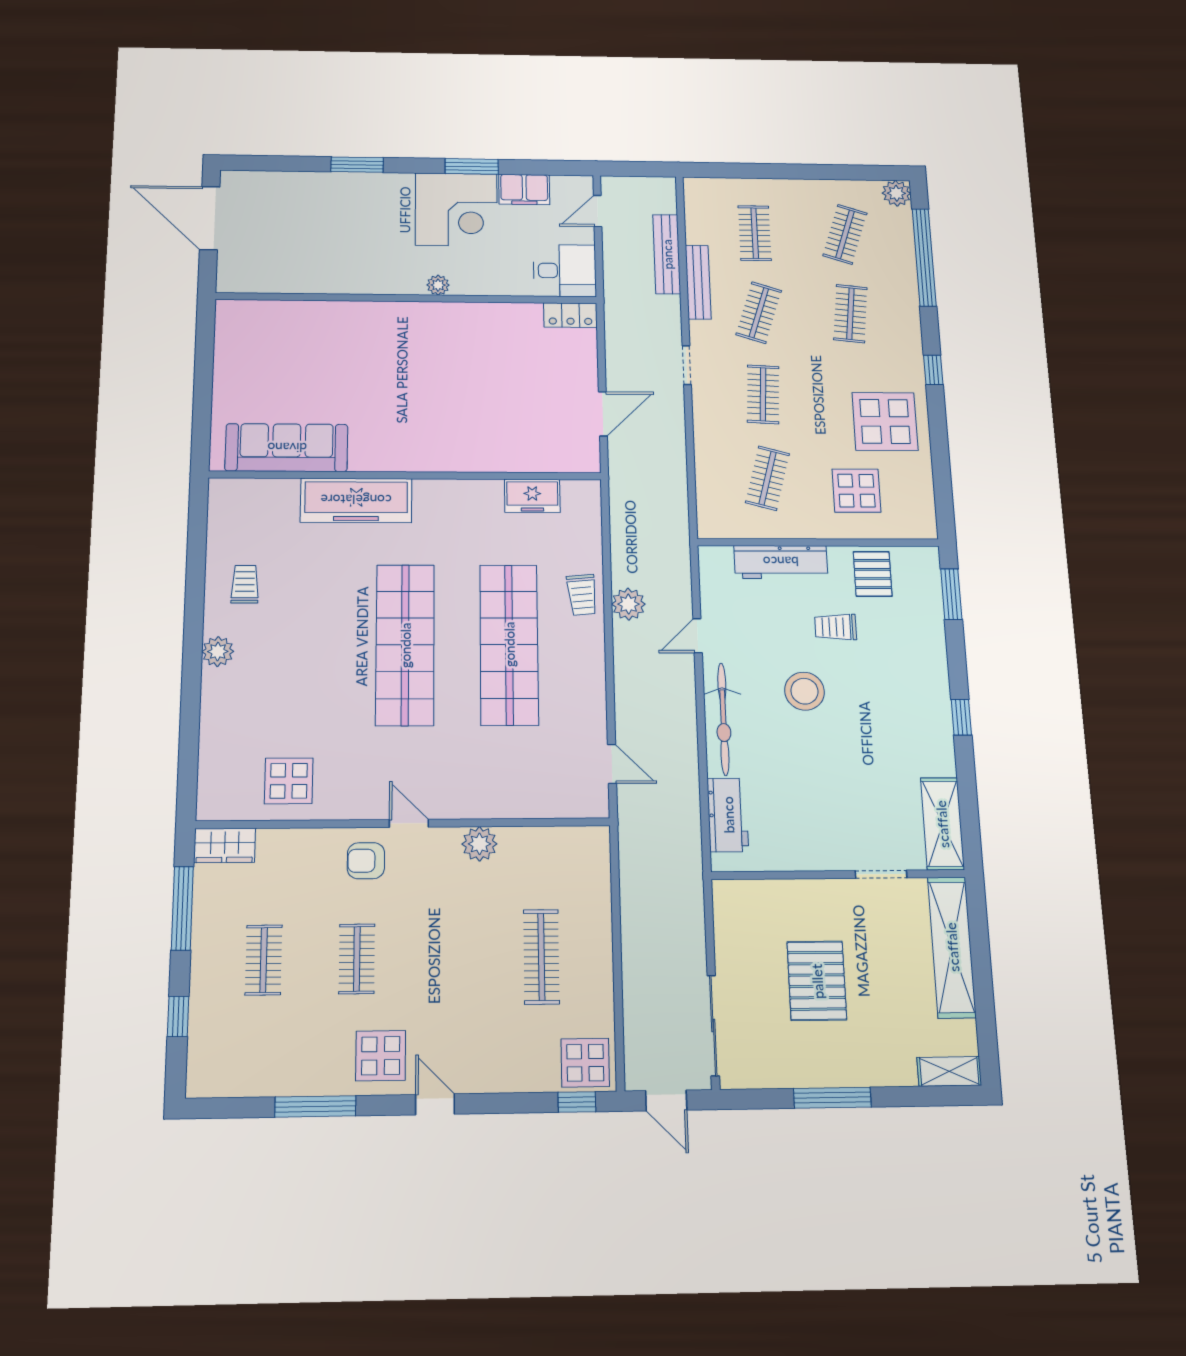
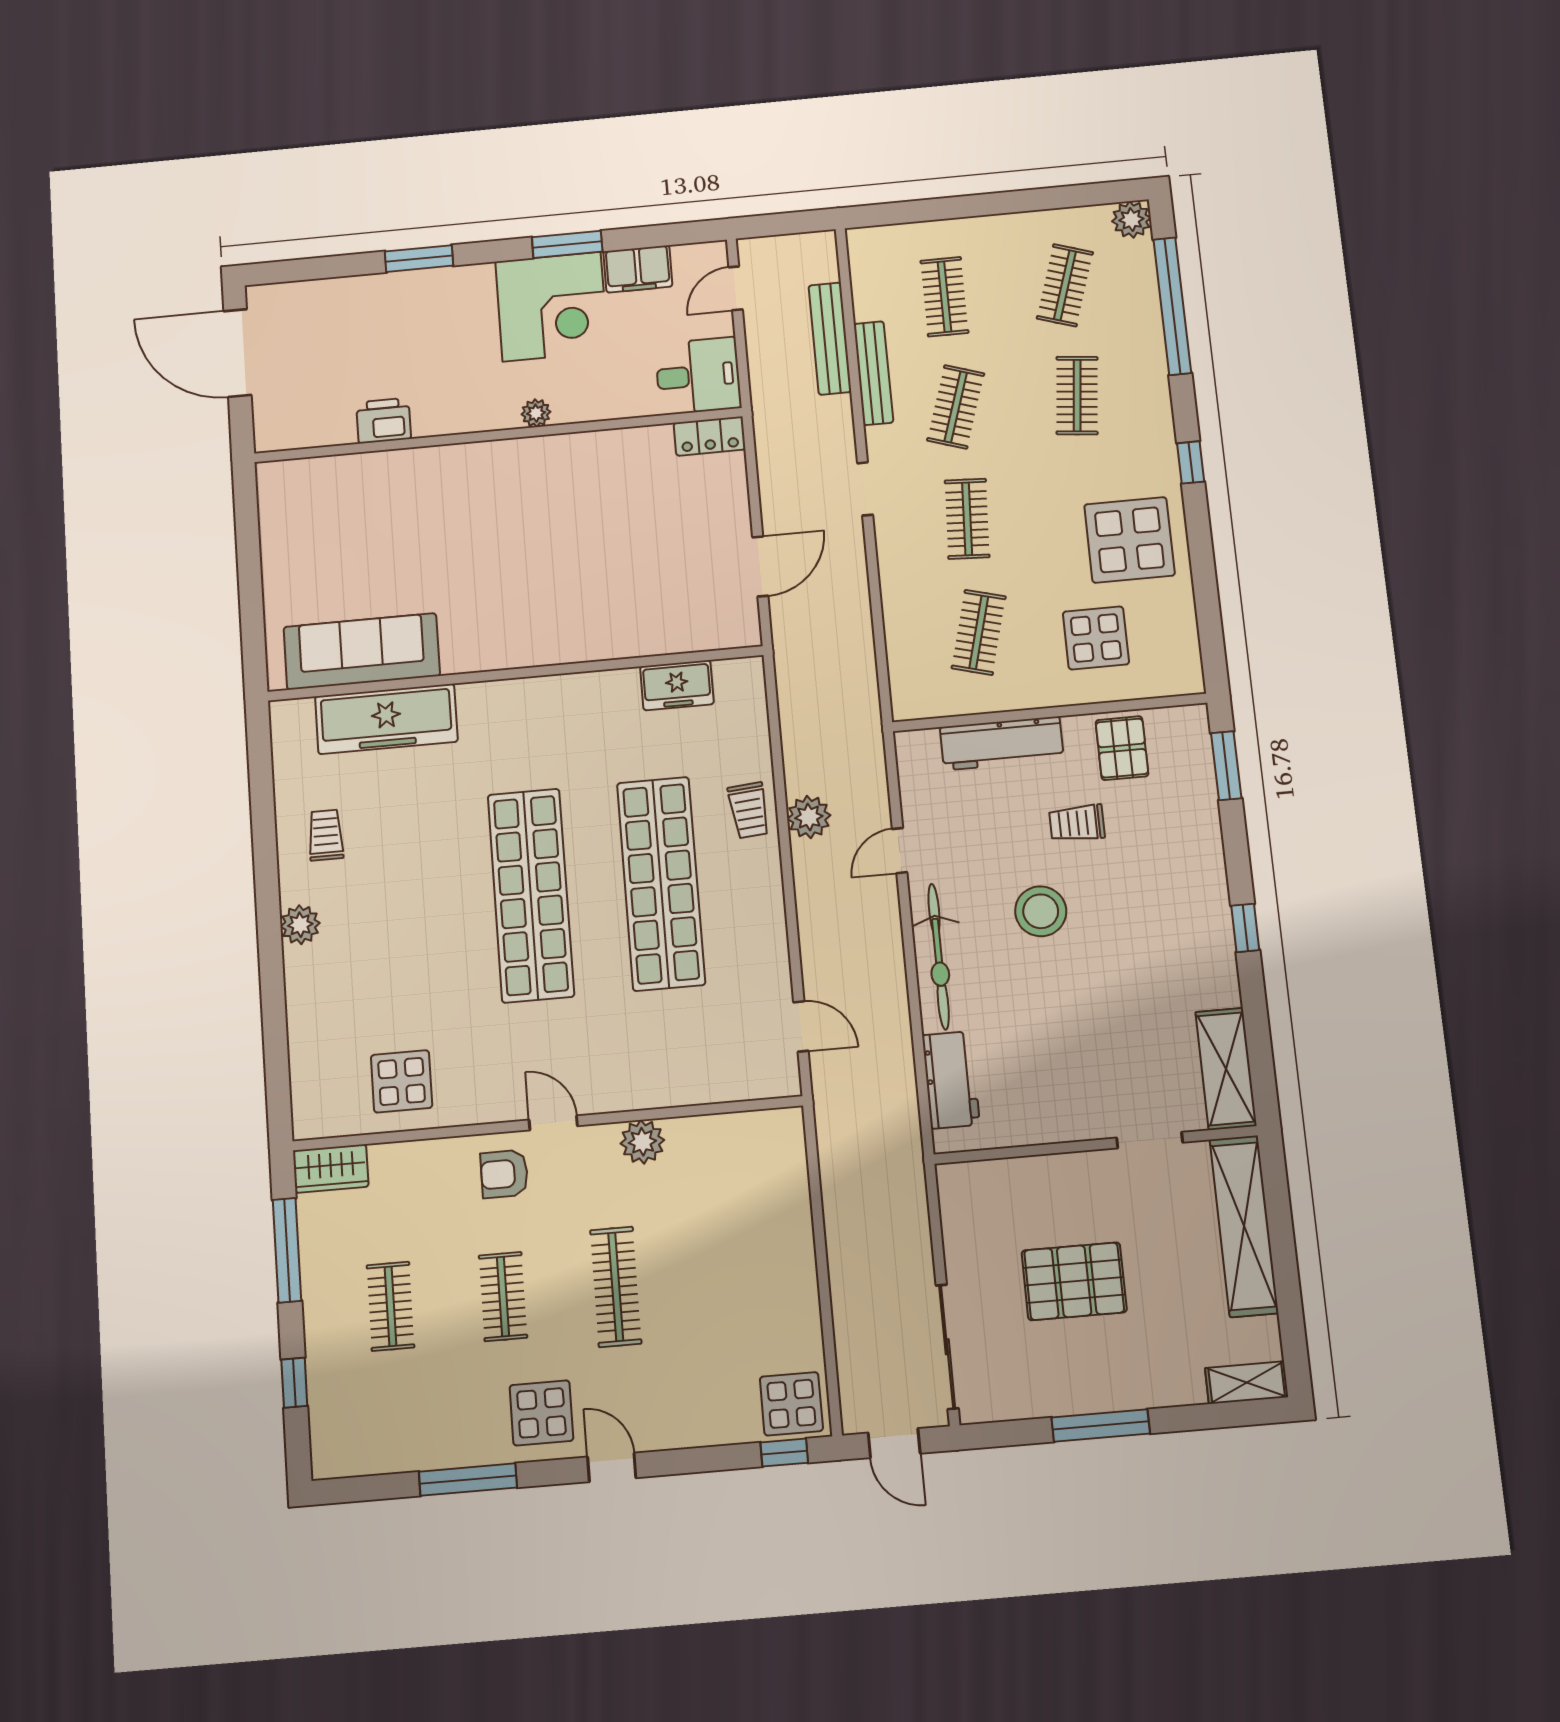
printer: (319, 279) -> (384, 421), added
freezer: (356, 500) -> (386, 719), moved
clothes rail: (541, 957) -> (616, 1287), moved
pallet: (817, 981) -> (1074, 1281), turned 90

